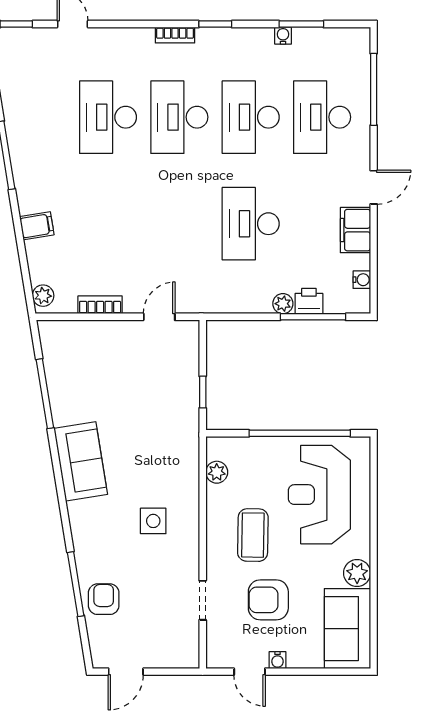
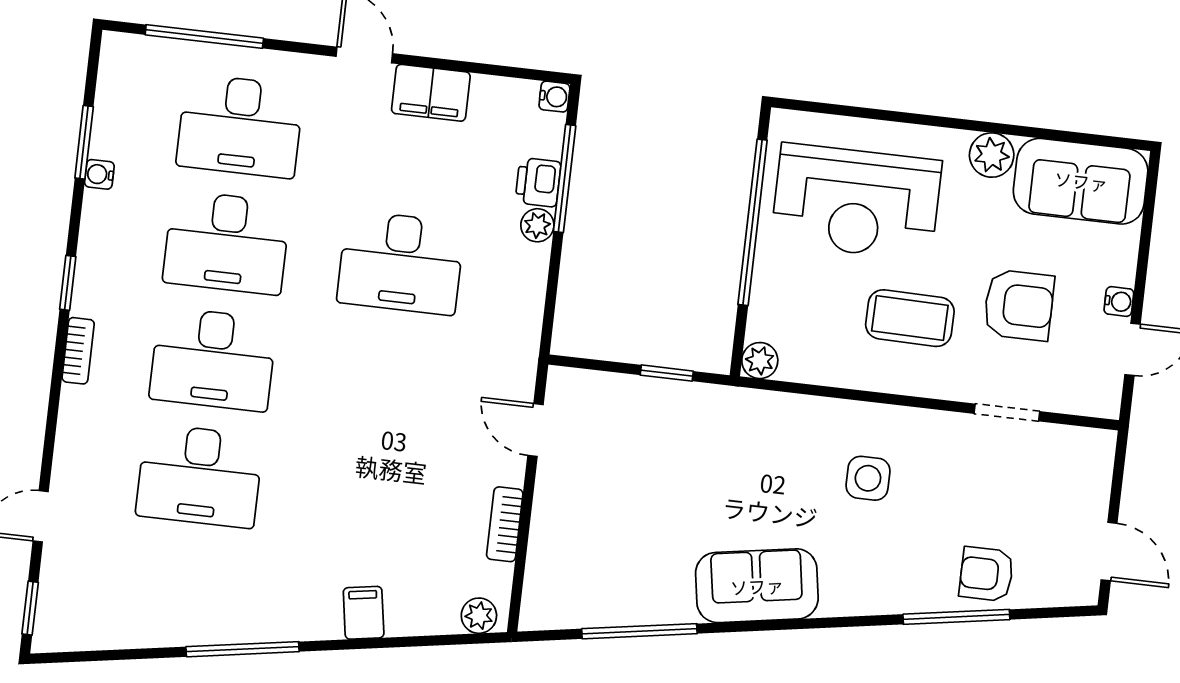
water cooler: (362, 280) -> (554, 97), moved, turned 90
plant: (217, 472) -> (760, 361), moved
armchair: (268, 600) -> (1019, 305), turned -90

